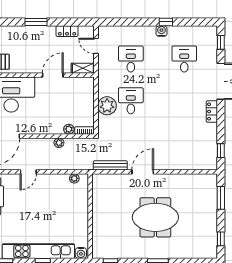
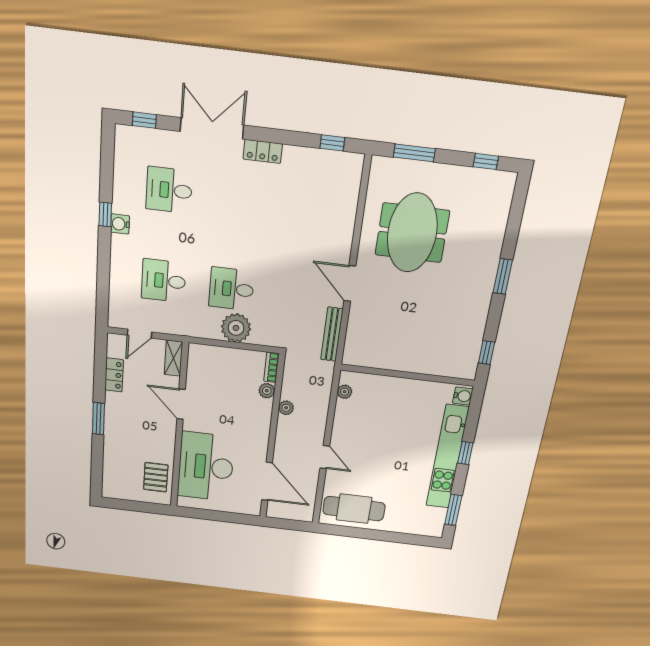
meeting table: (155, 217) -> (412, 233), moved

